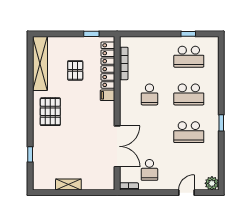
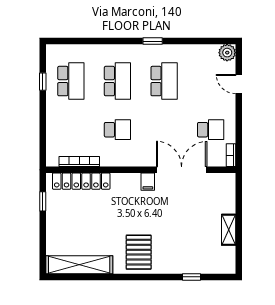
pallet: (75, 70) -> (88, 221), removed
filing cabinet: (107, 95) -> (148, 182), moved
pallet: (50, 112) -> (139, 252), turned 90

